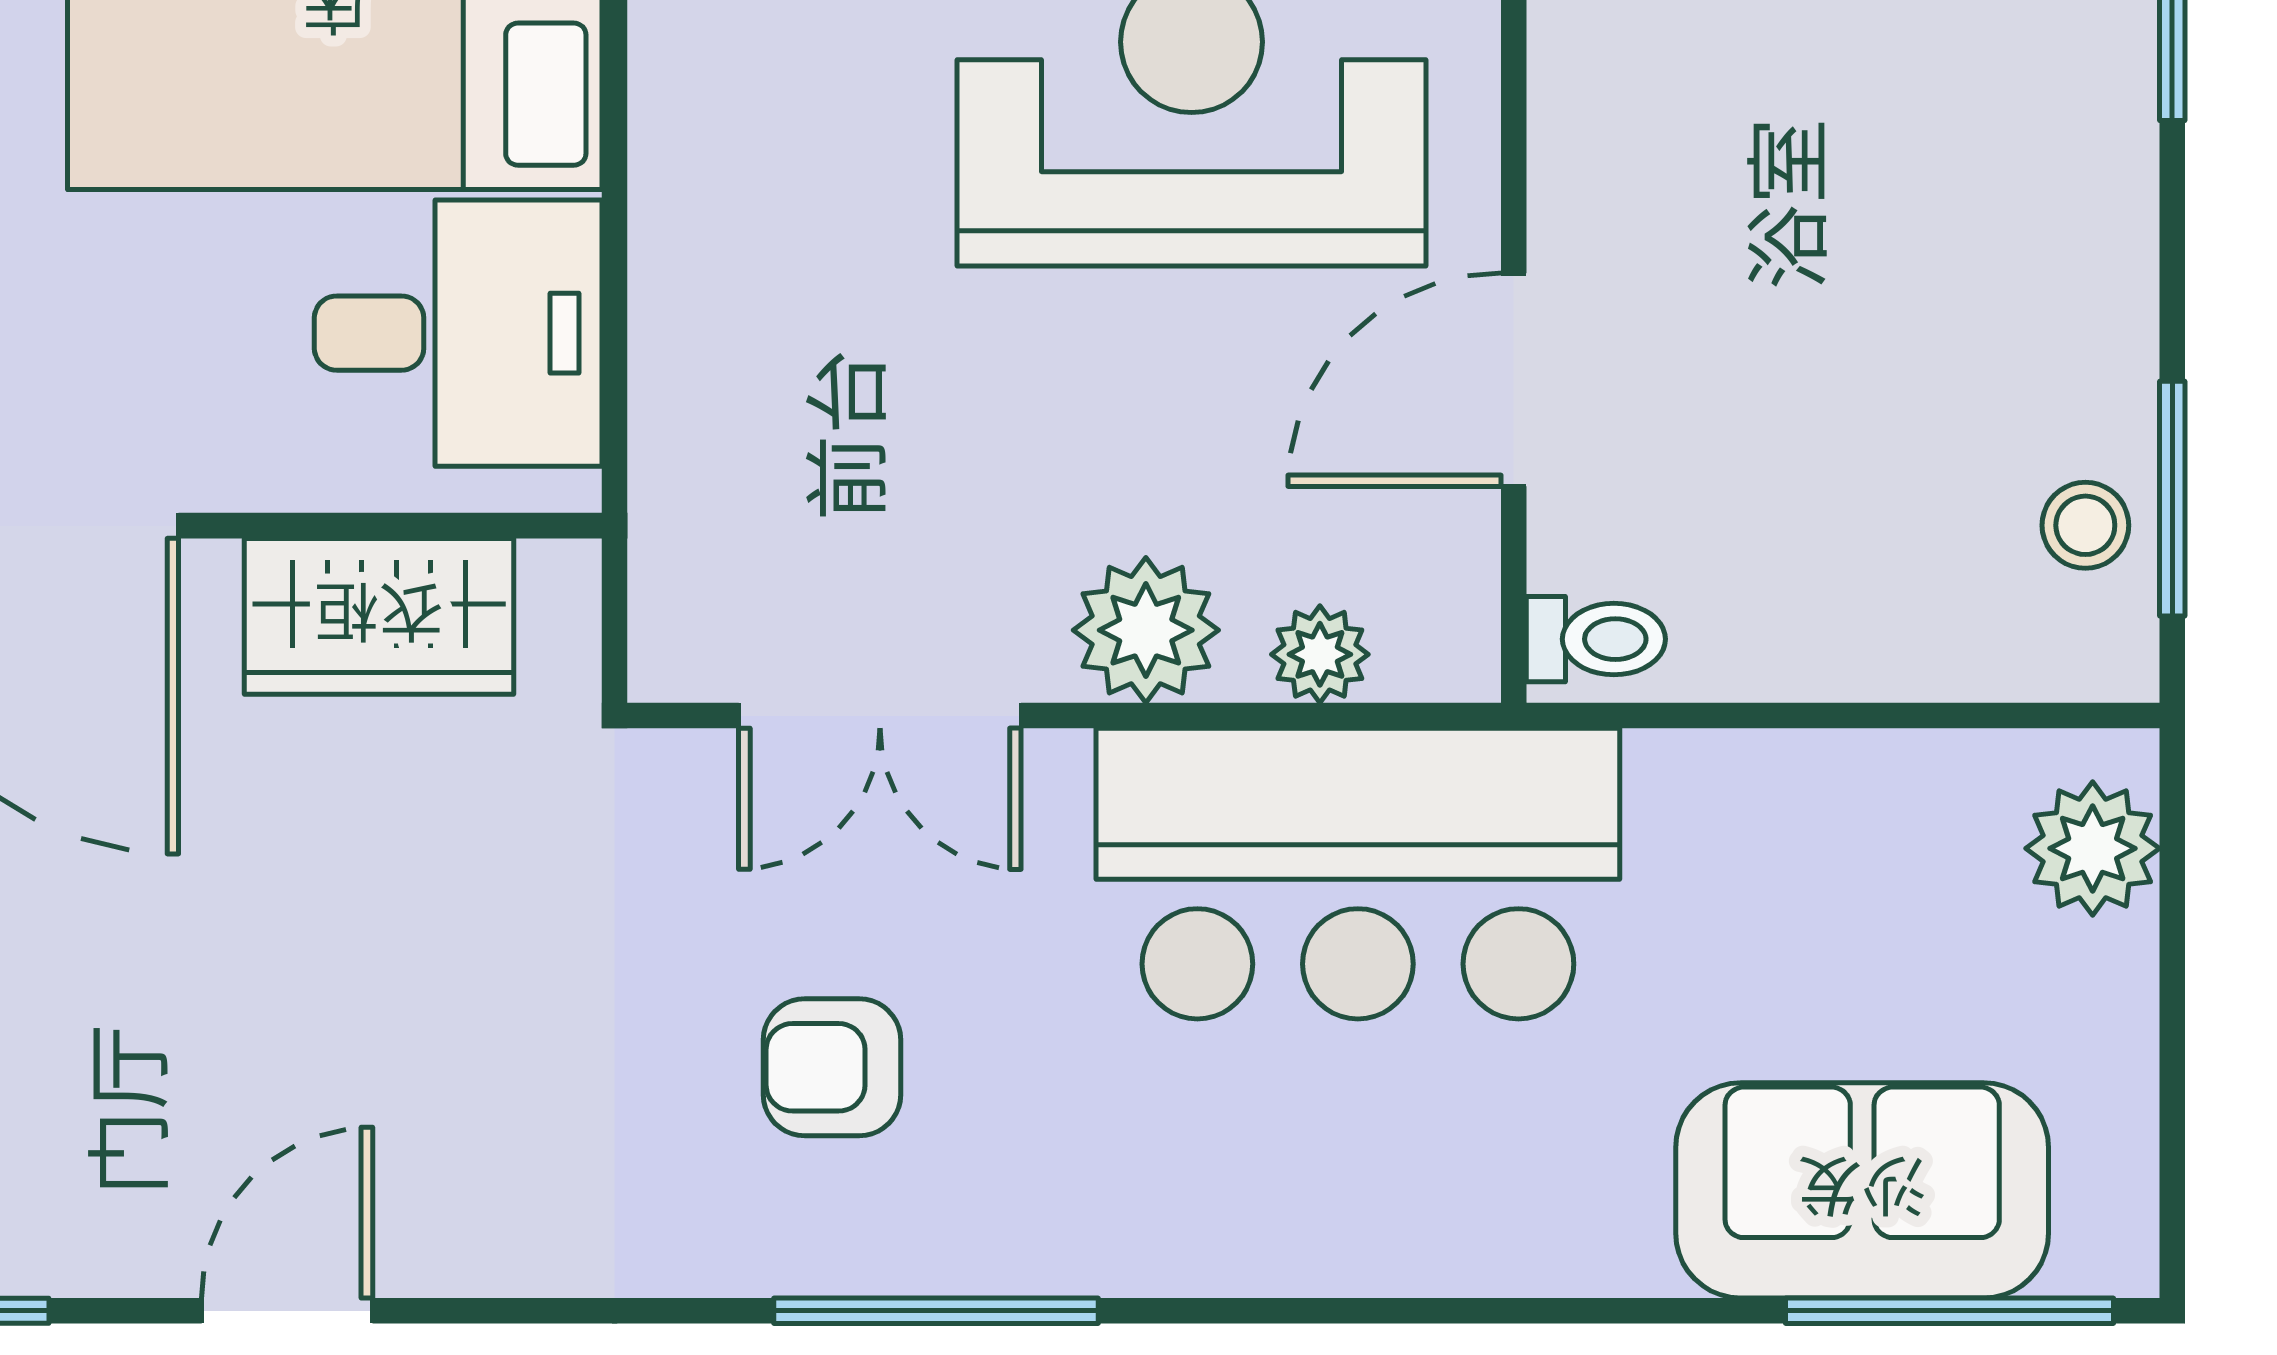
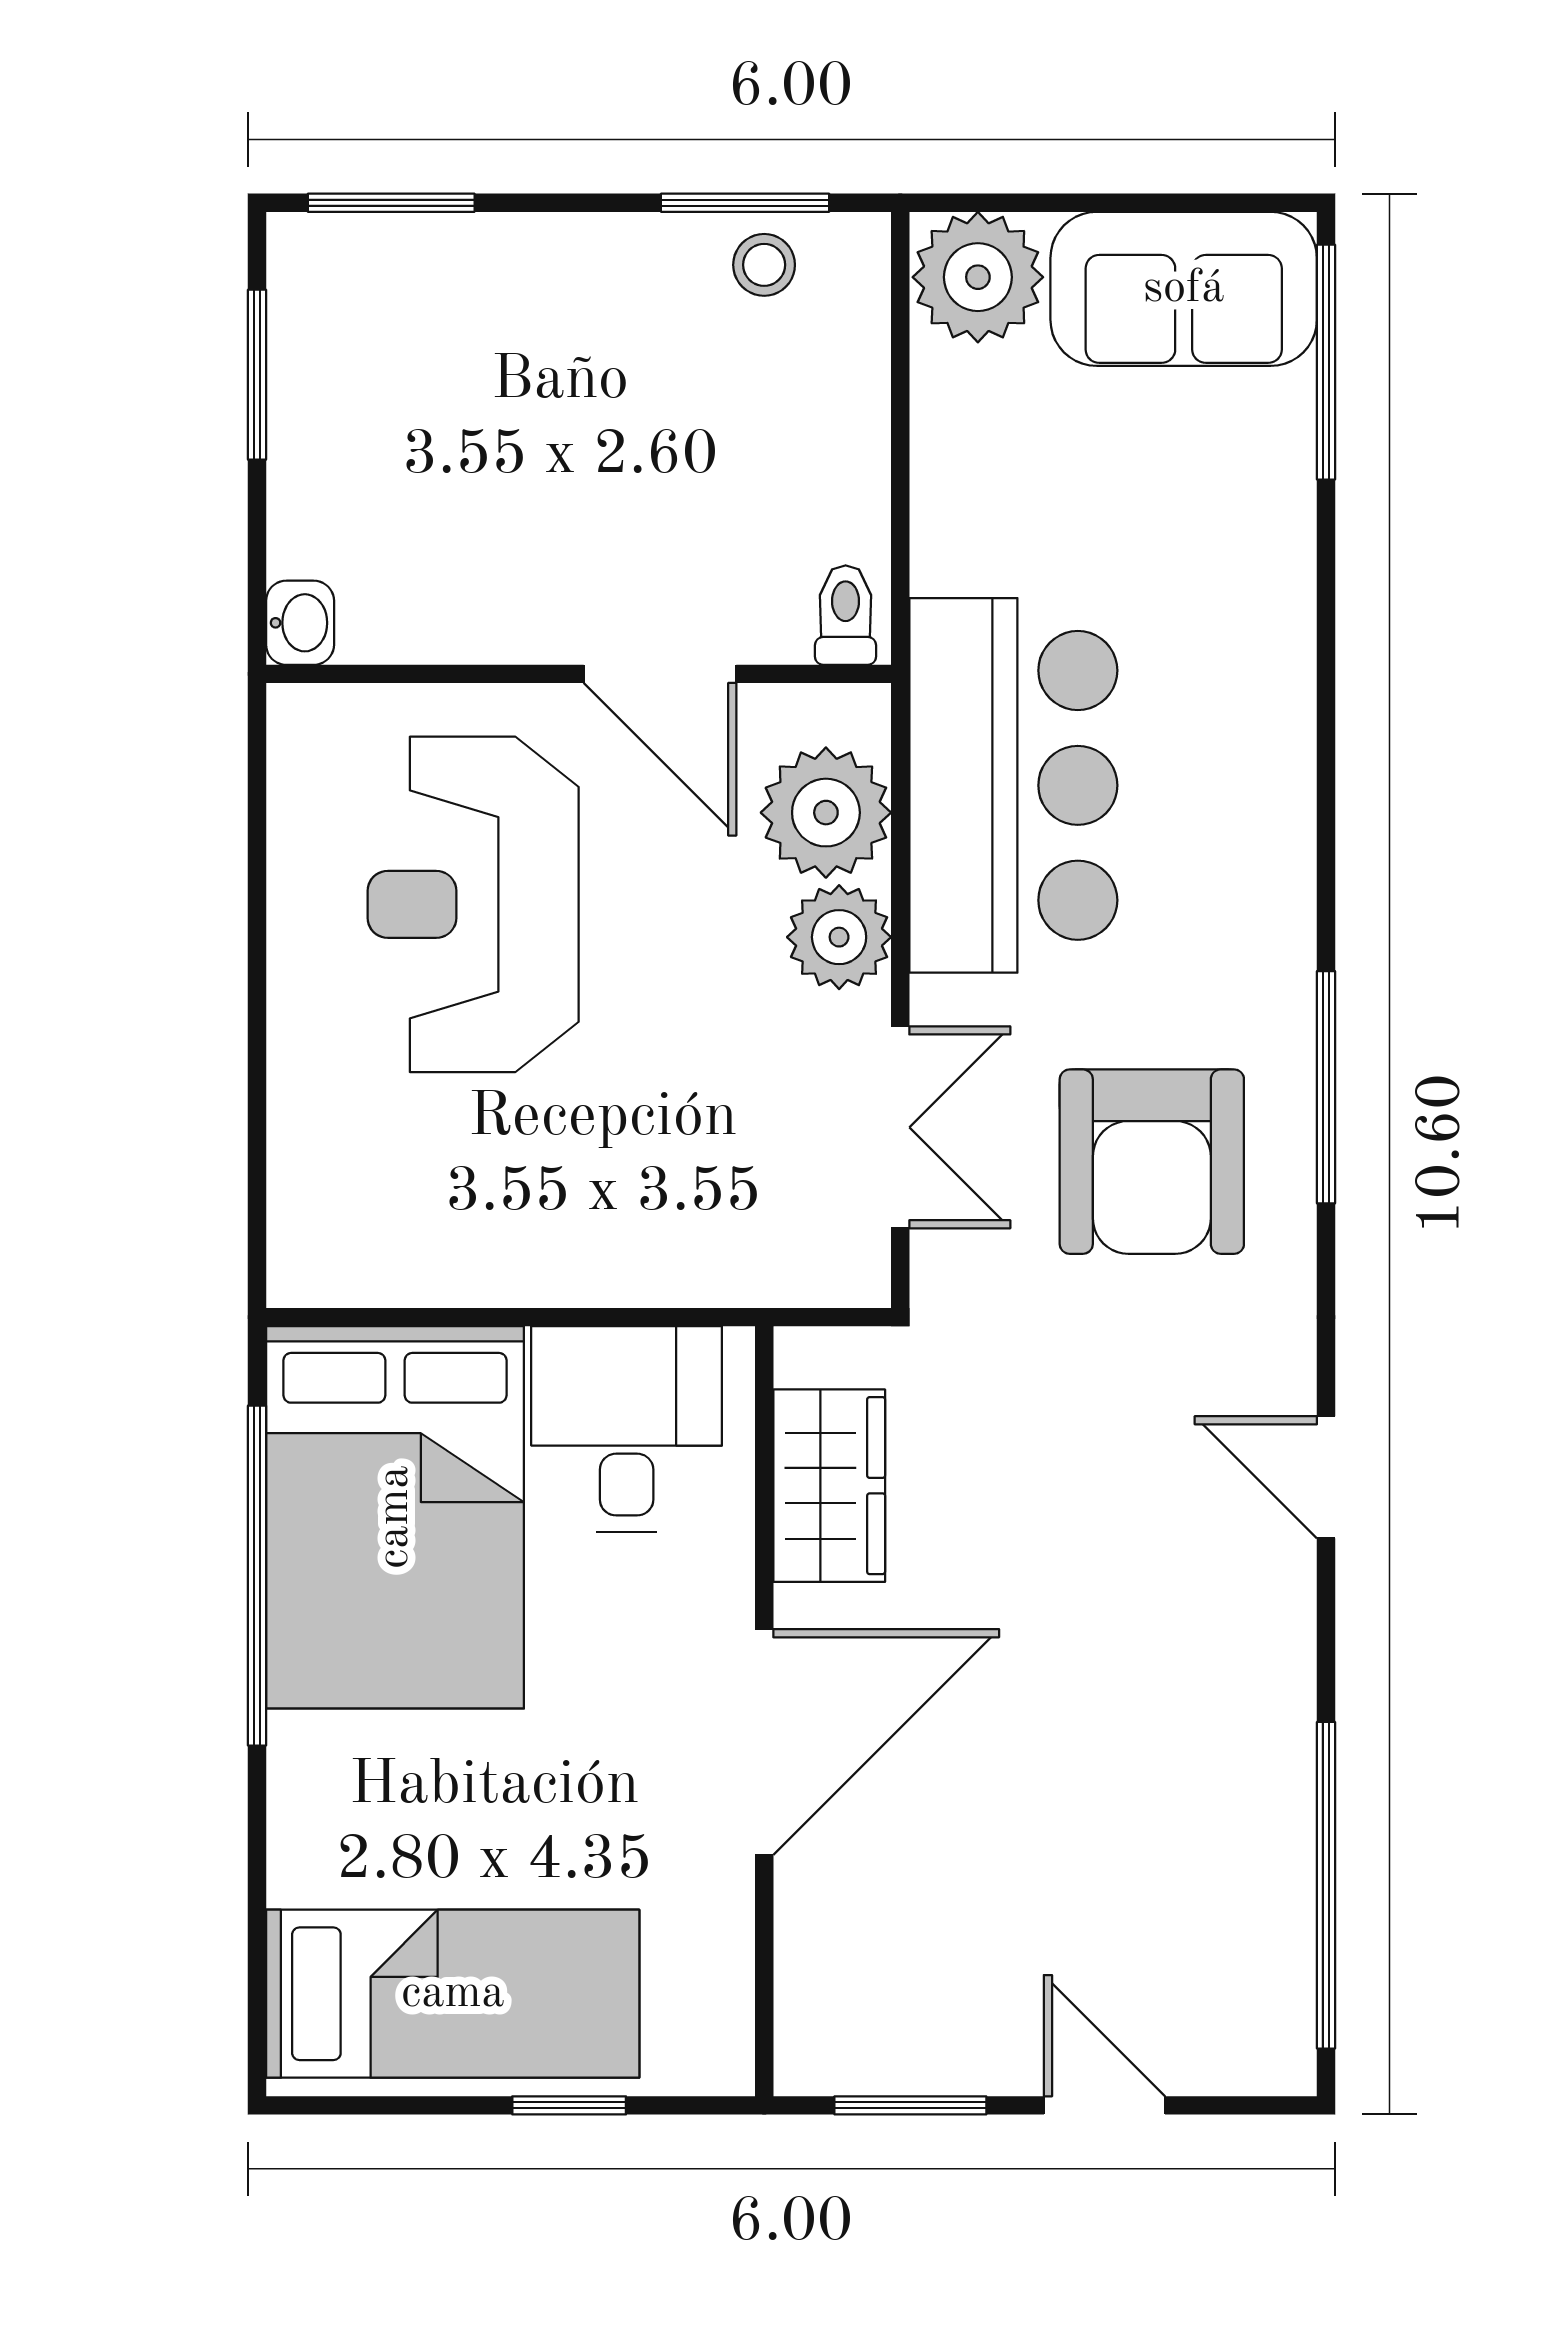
plant: (1320, 654) -> (826, 813), width x1.87, depth x1.87
plant: (2093, 848) -> (978, 277), width x1.36, depth x1.36
armchair: (832, 1067) -> (1152, 1162), width x1.88, depth x1.88
sofa: (1862, 1190) -> (1184, 289), moved, turned -90
door: (287, 1311) -> (1326, 1477), moved

